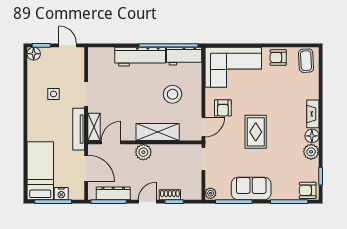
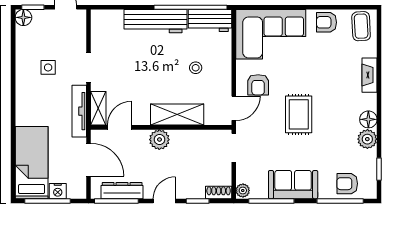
stool: (173, 94) -> (196, 68), width x0.53, depth x0.53
fireplace: (313, 114) -> (370, 75), moved
armchair: (308, 190) -> (347, 184), moved
shoe rack: (170, 195) -> (219, 192), moved

